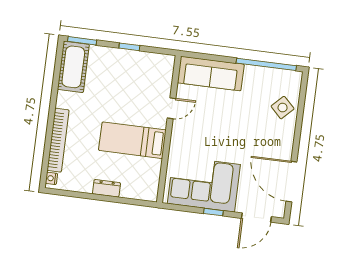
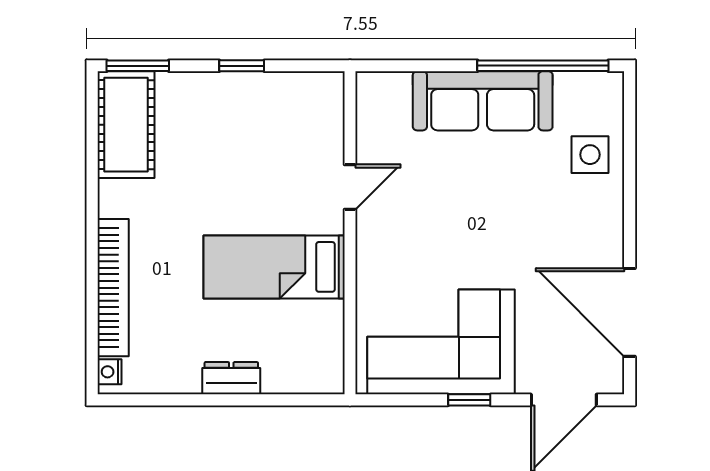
sofa: (211, 73) -> (483, 101), moved
side table: (283, 108) -> (590, 155), turned 45

